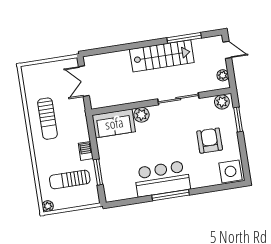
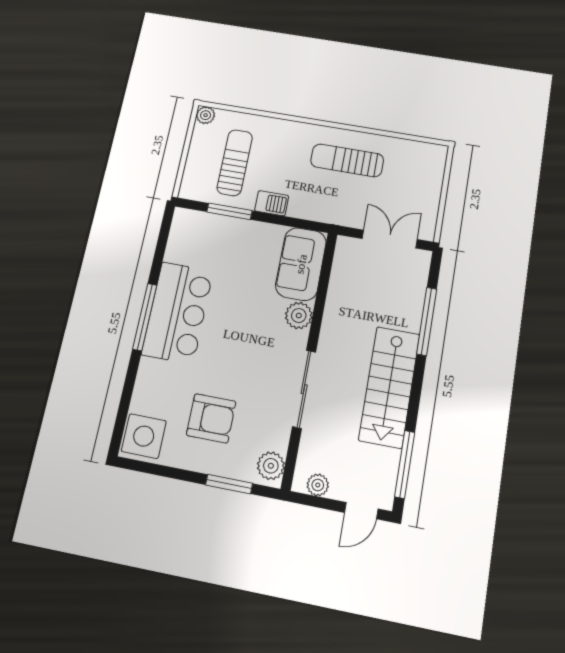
window: (184, 38) -> (405, 464), moved
window: (121, 48) -> (427, 321), added

